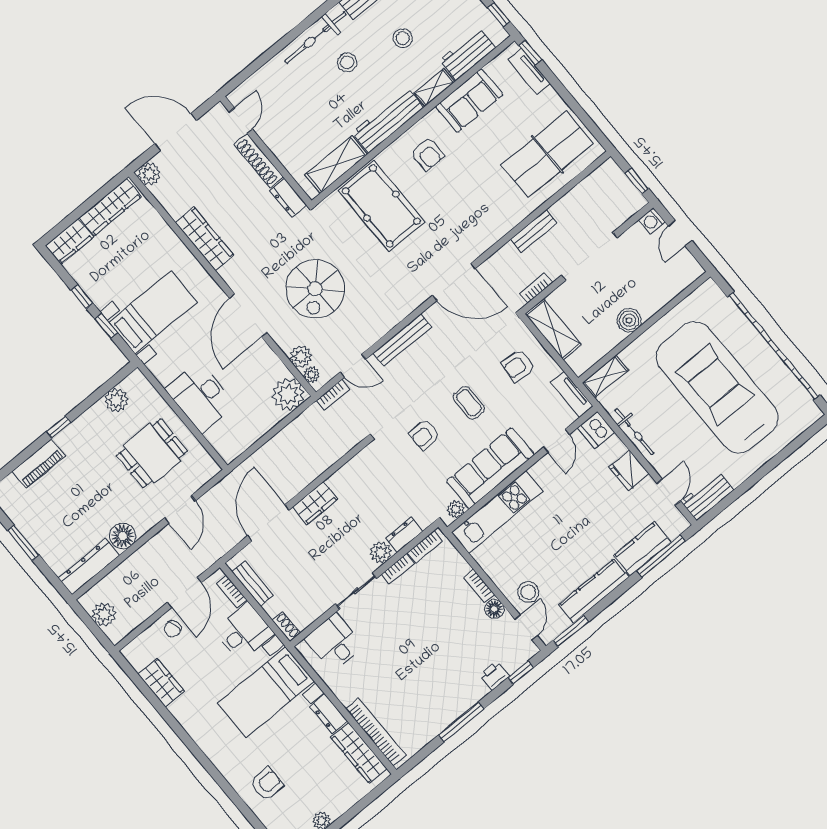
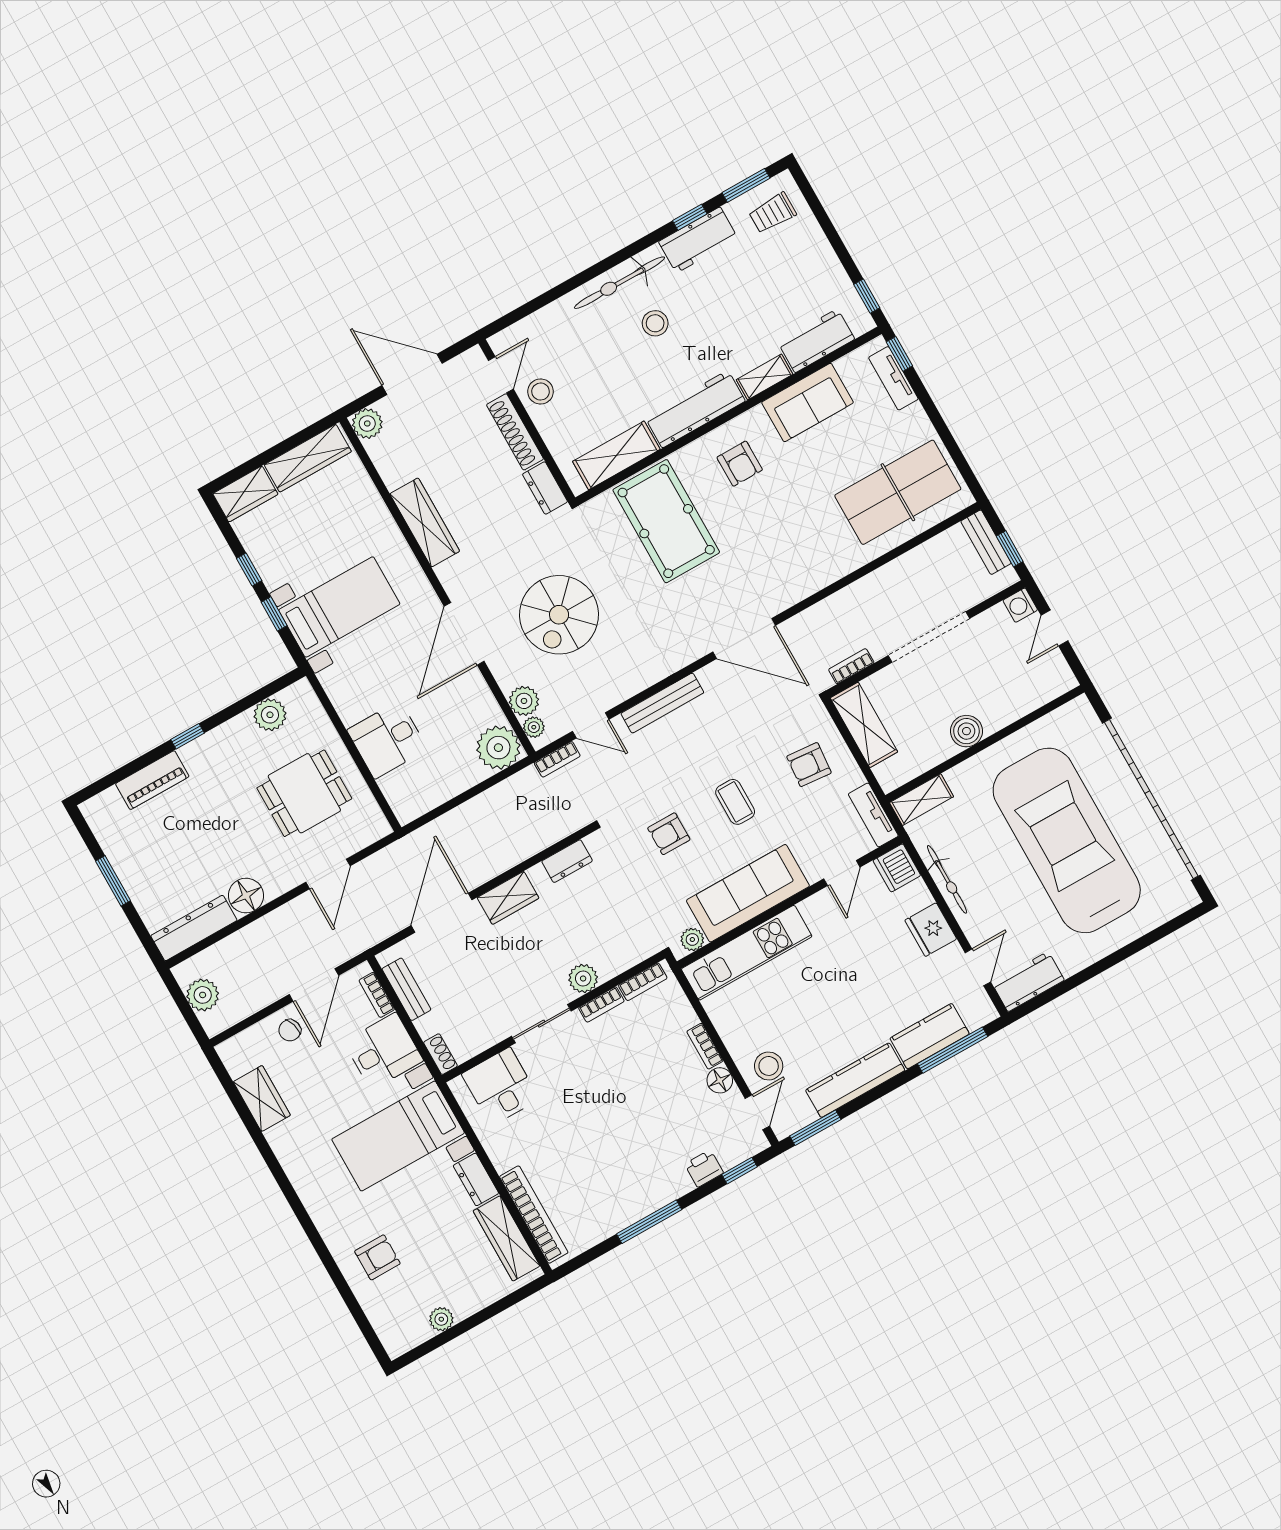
stool: (403, 38) -> (541, 392), moved
bench: (534, 231) -> (986, 542), moved, turned 90
desk: (201, 397) -> (387, 740), width x0.73
dresser: (404, 535) -> (567, 861), moved, turned 180

